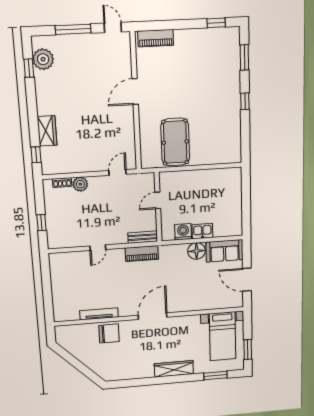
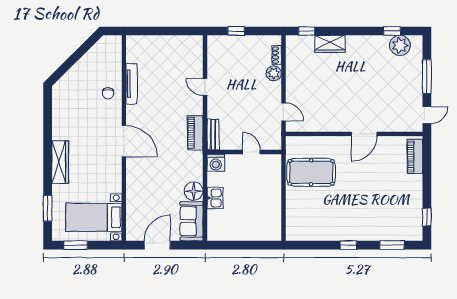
door: (135, 92) -> (364, 134), swing flipped
washing machine: (183, 232) -> (216, 163), moved, turned 90
chair: (109, 333) -> (108, 93), width x0.54, depth x0.54

